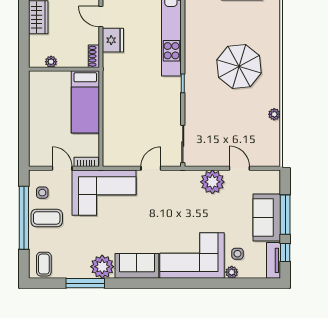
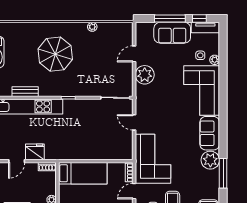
bench: (191, 28) -> (25, 92), added

